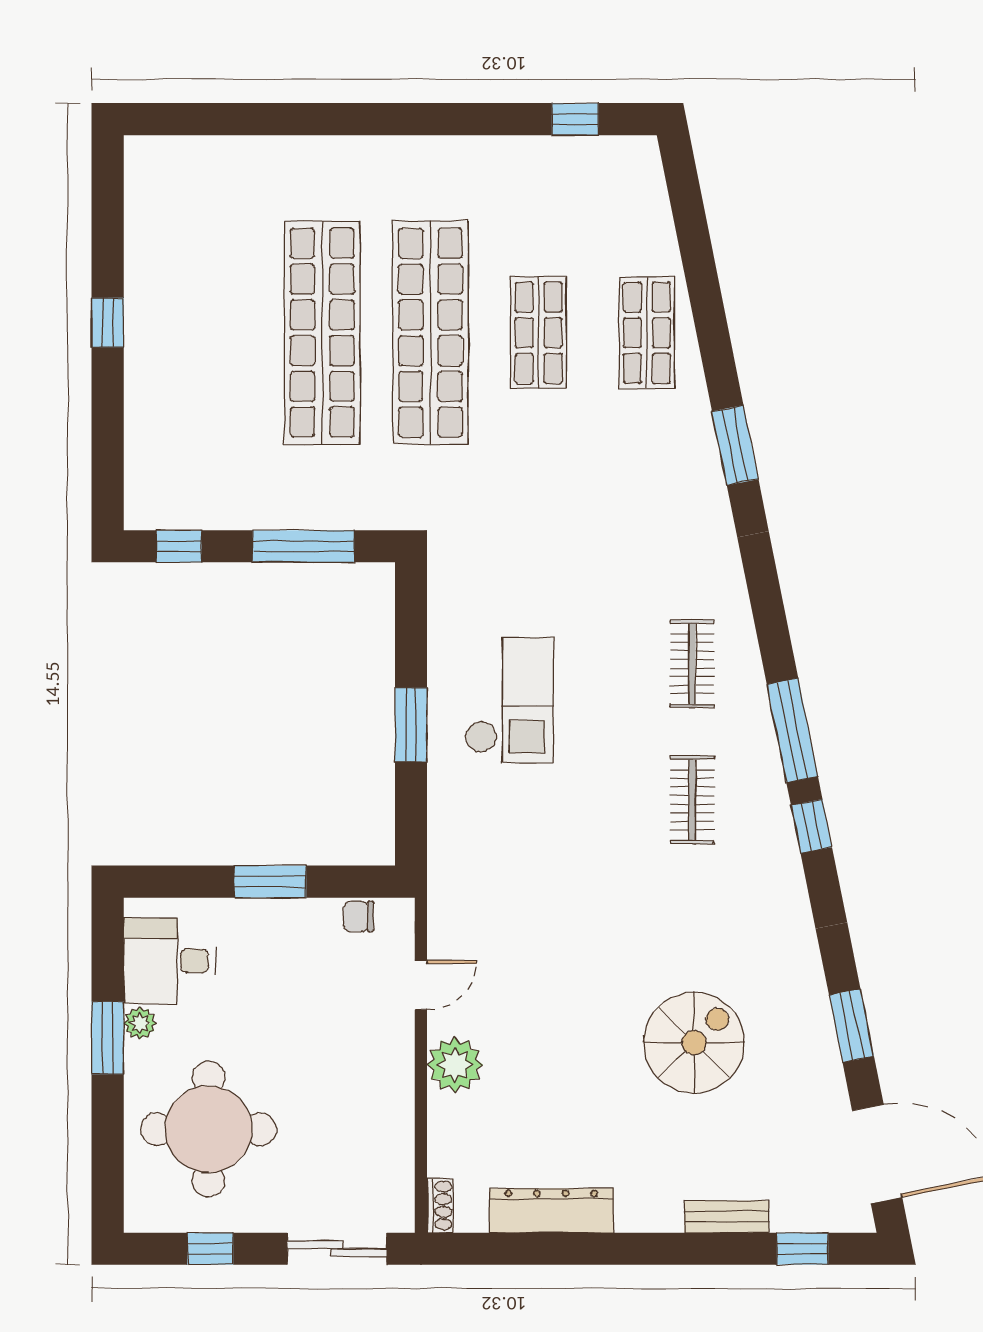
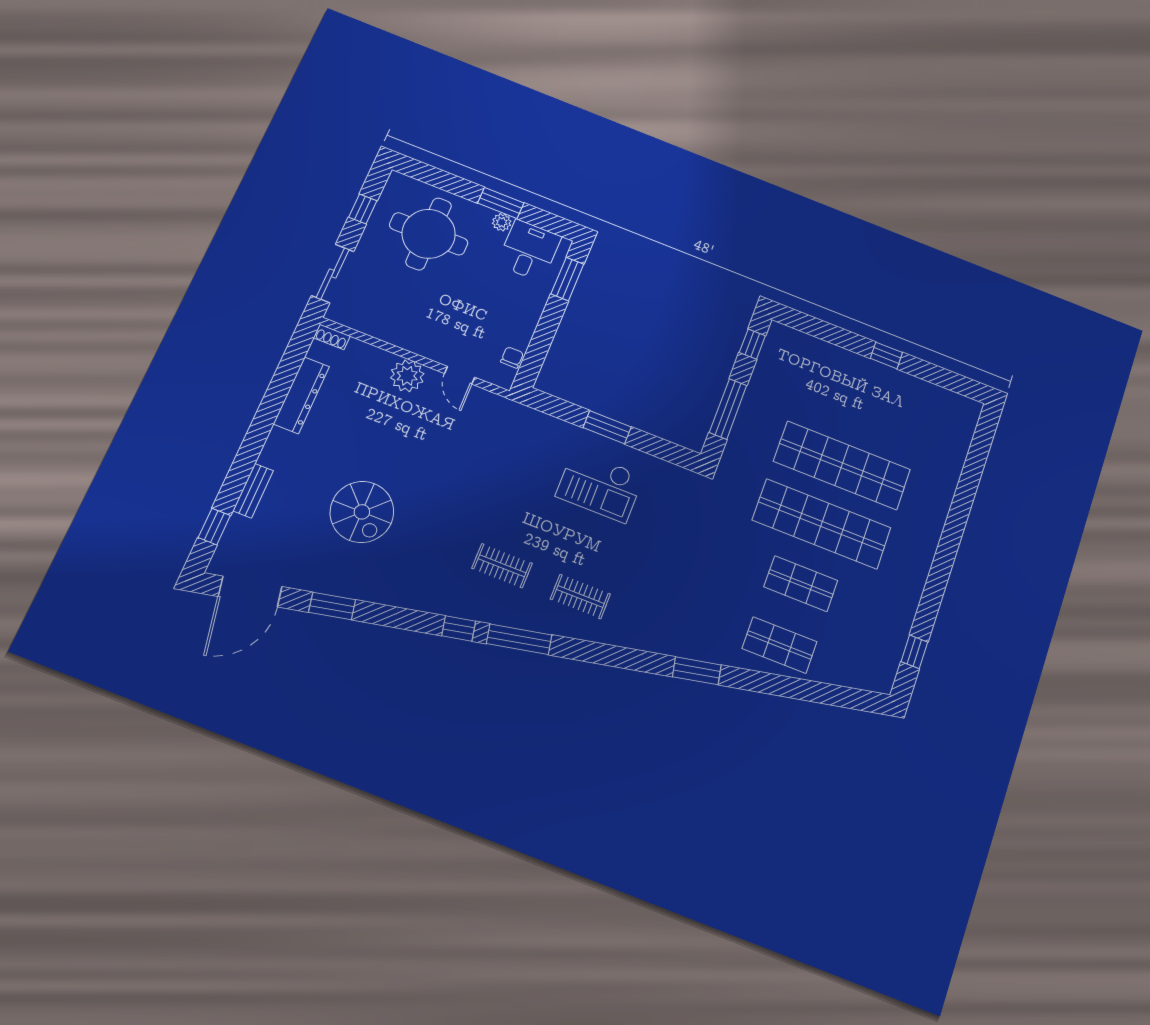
window: (270, 882) -> (567, 279), moved

